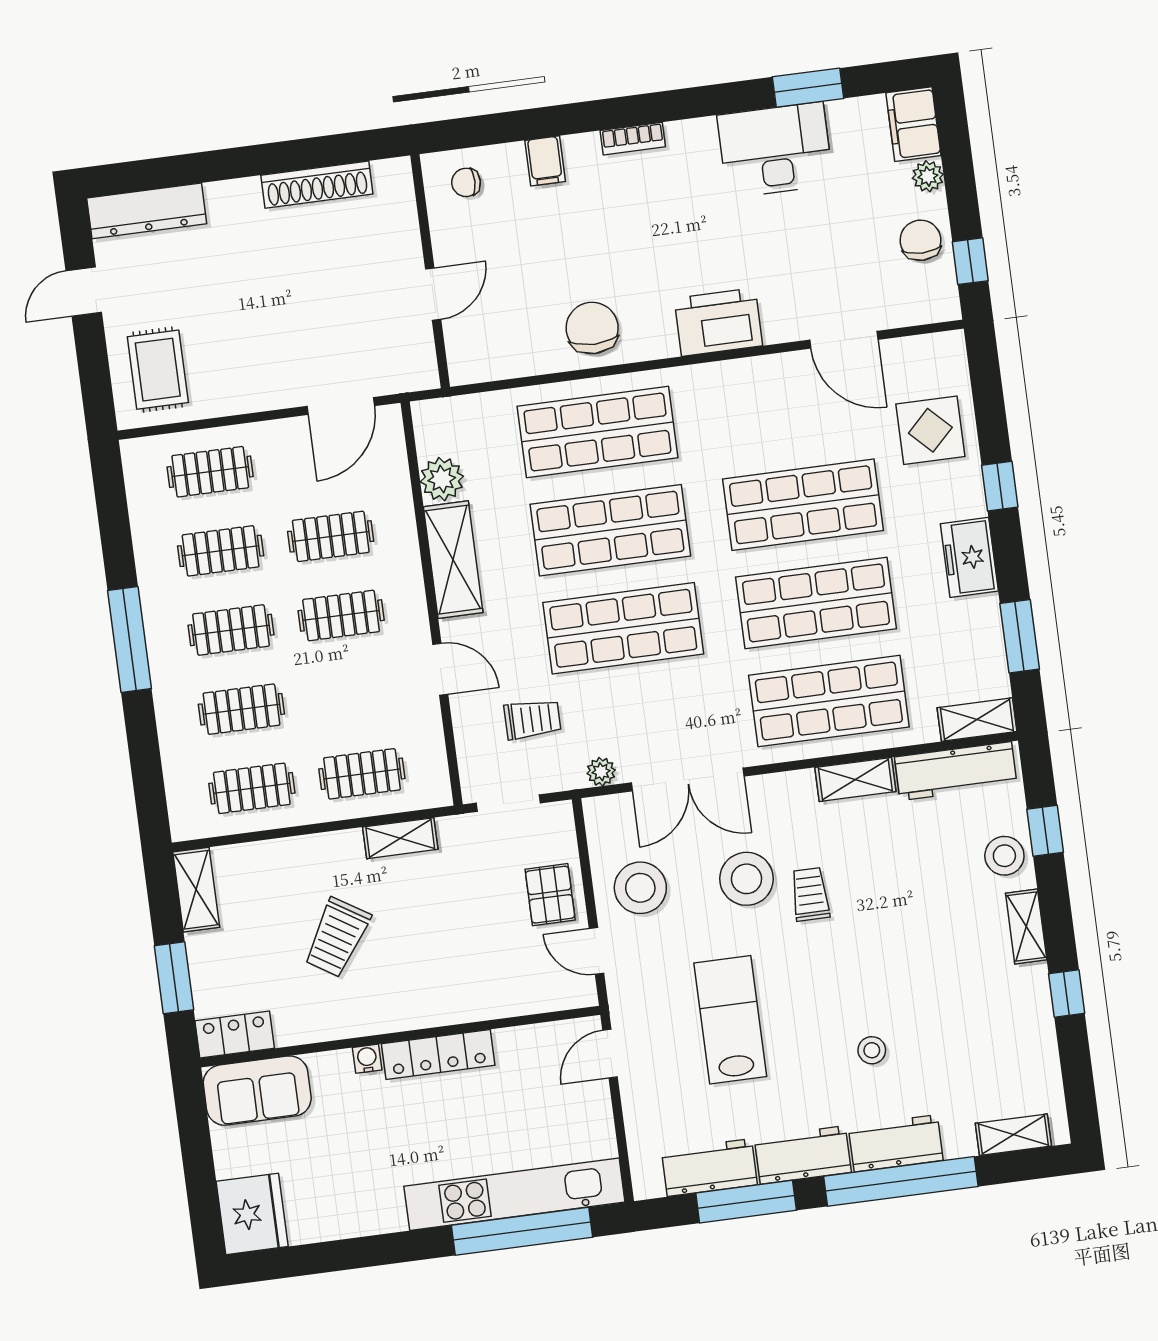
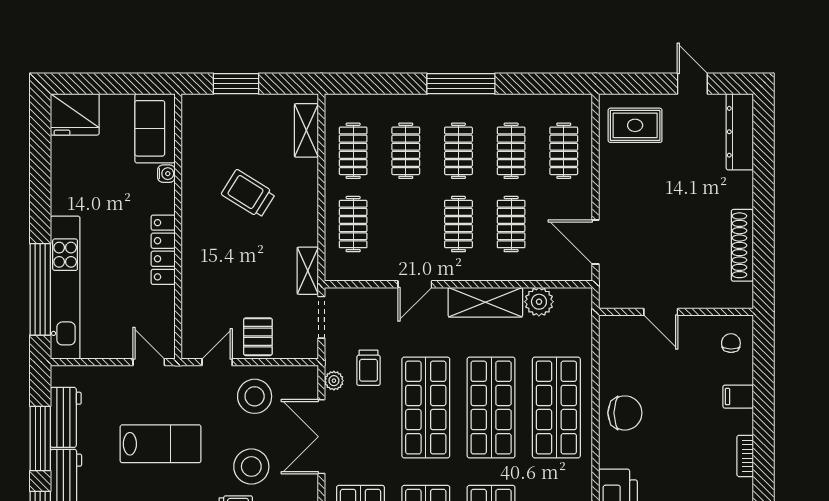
trolley: (532, 719) -> (369, 368), moved
shelving: (400, 838) -> (308, 271), moved
shelving: (196, 890) -> (306, 130), moved, turned 90
pallet: (550, 895) -> (258, 337), turned 90
locker: (235, 1035) -> (194, 118), removed
water cooler: (367, 1059) -> (166, 174), moved

